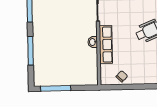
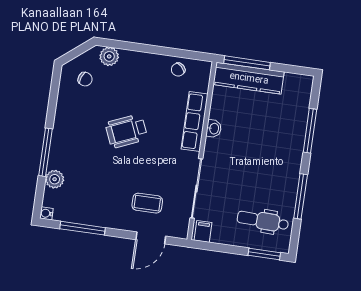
kitchen counter: (76, 78) -> (249, 78), added
window: (56, 88) -> (247, 63), moved

